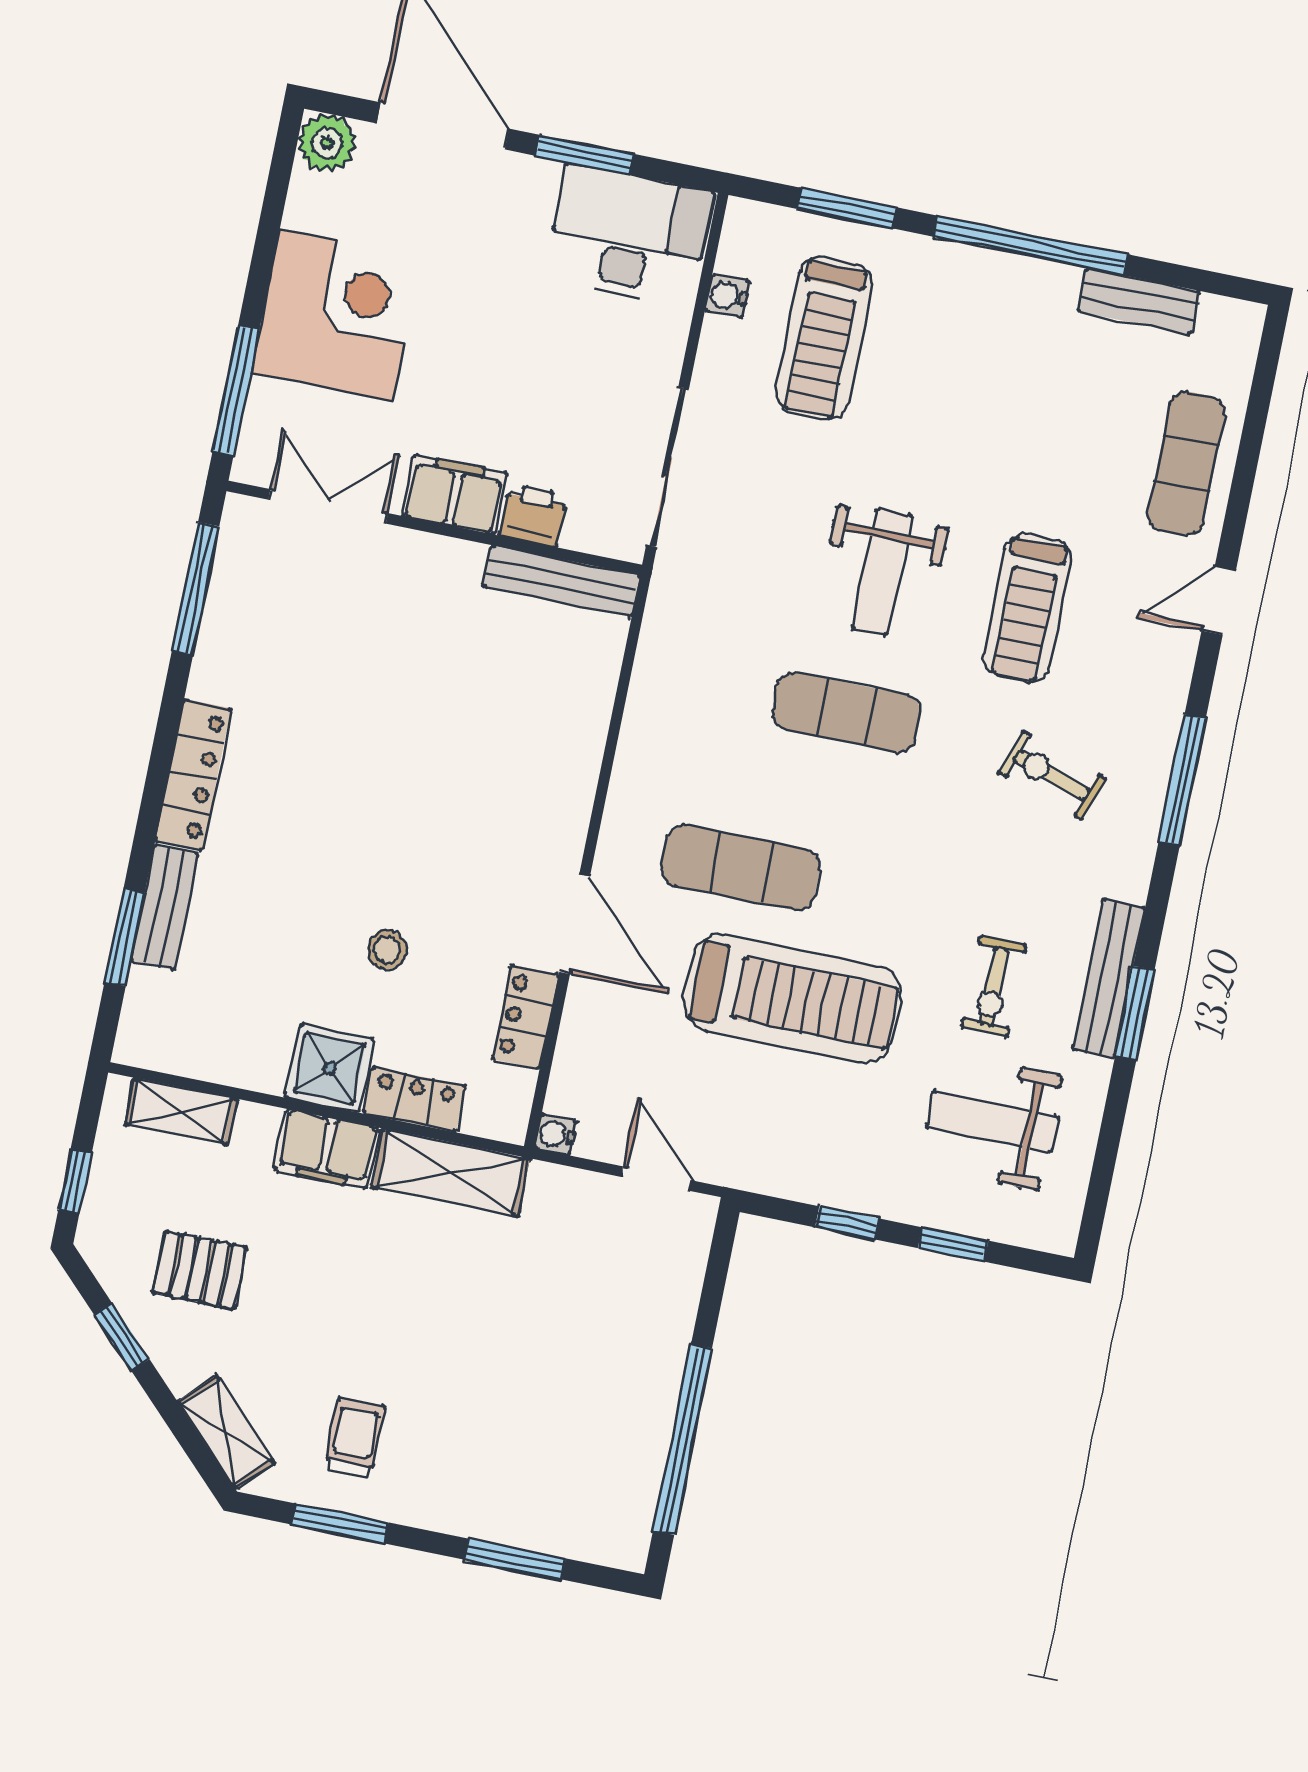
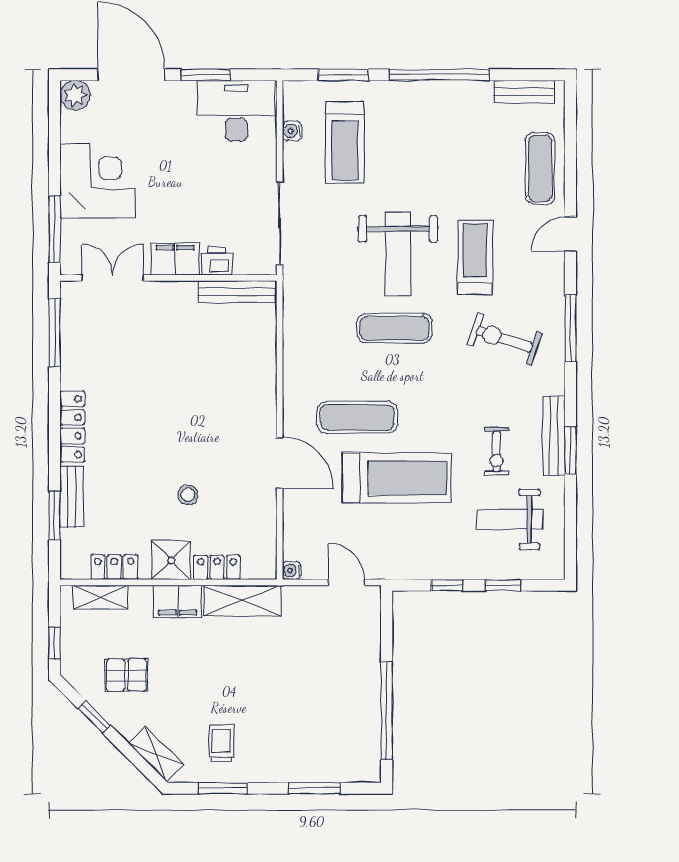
bench: (1139, 301) -> (524, 92), moved
weight bench: (882, 572) -> (398, 254), width x1.36, depth x1.33
treadmill: (1027, 608) -> (475, 257), turned 180
exercise bike: (1052, 775) -> (504, 339), width x1.38, depth x1.39
locker: (525, 1017) -> (114, 567), moved, turned 90

